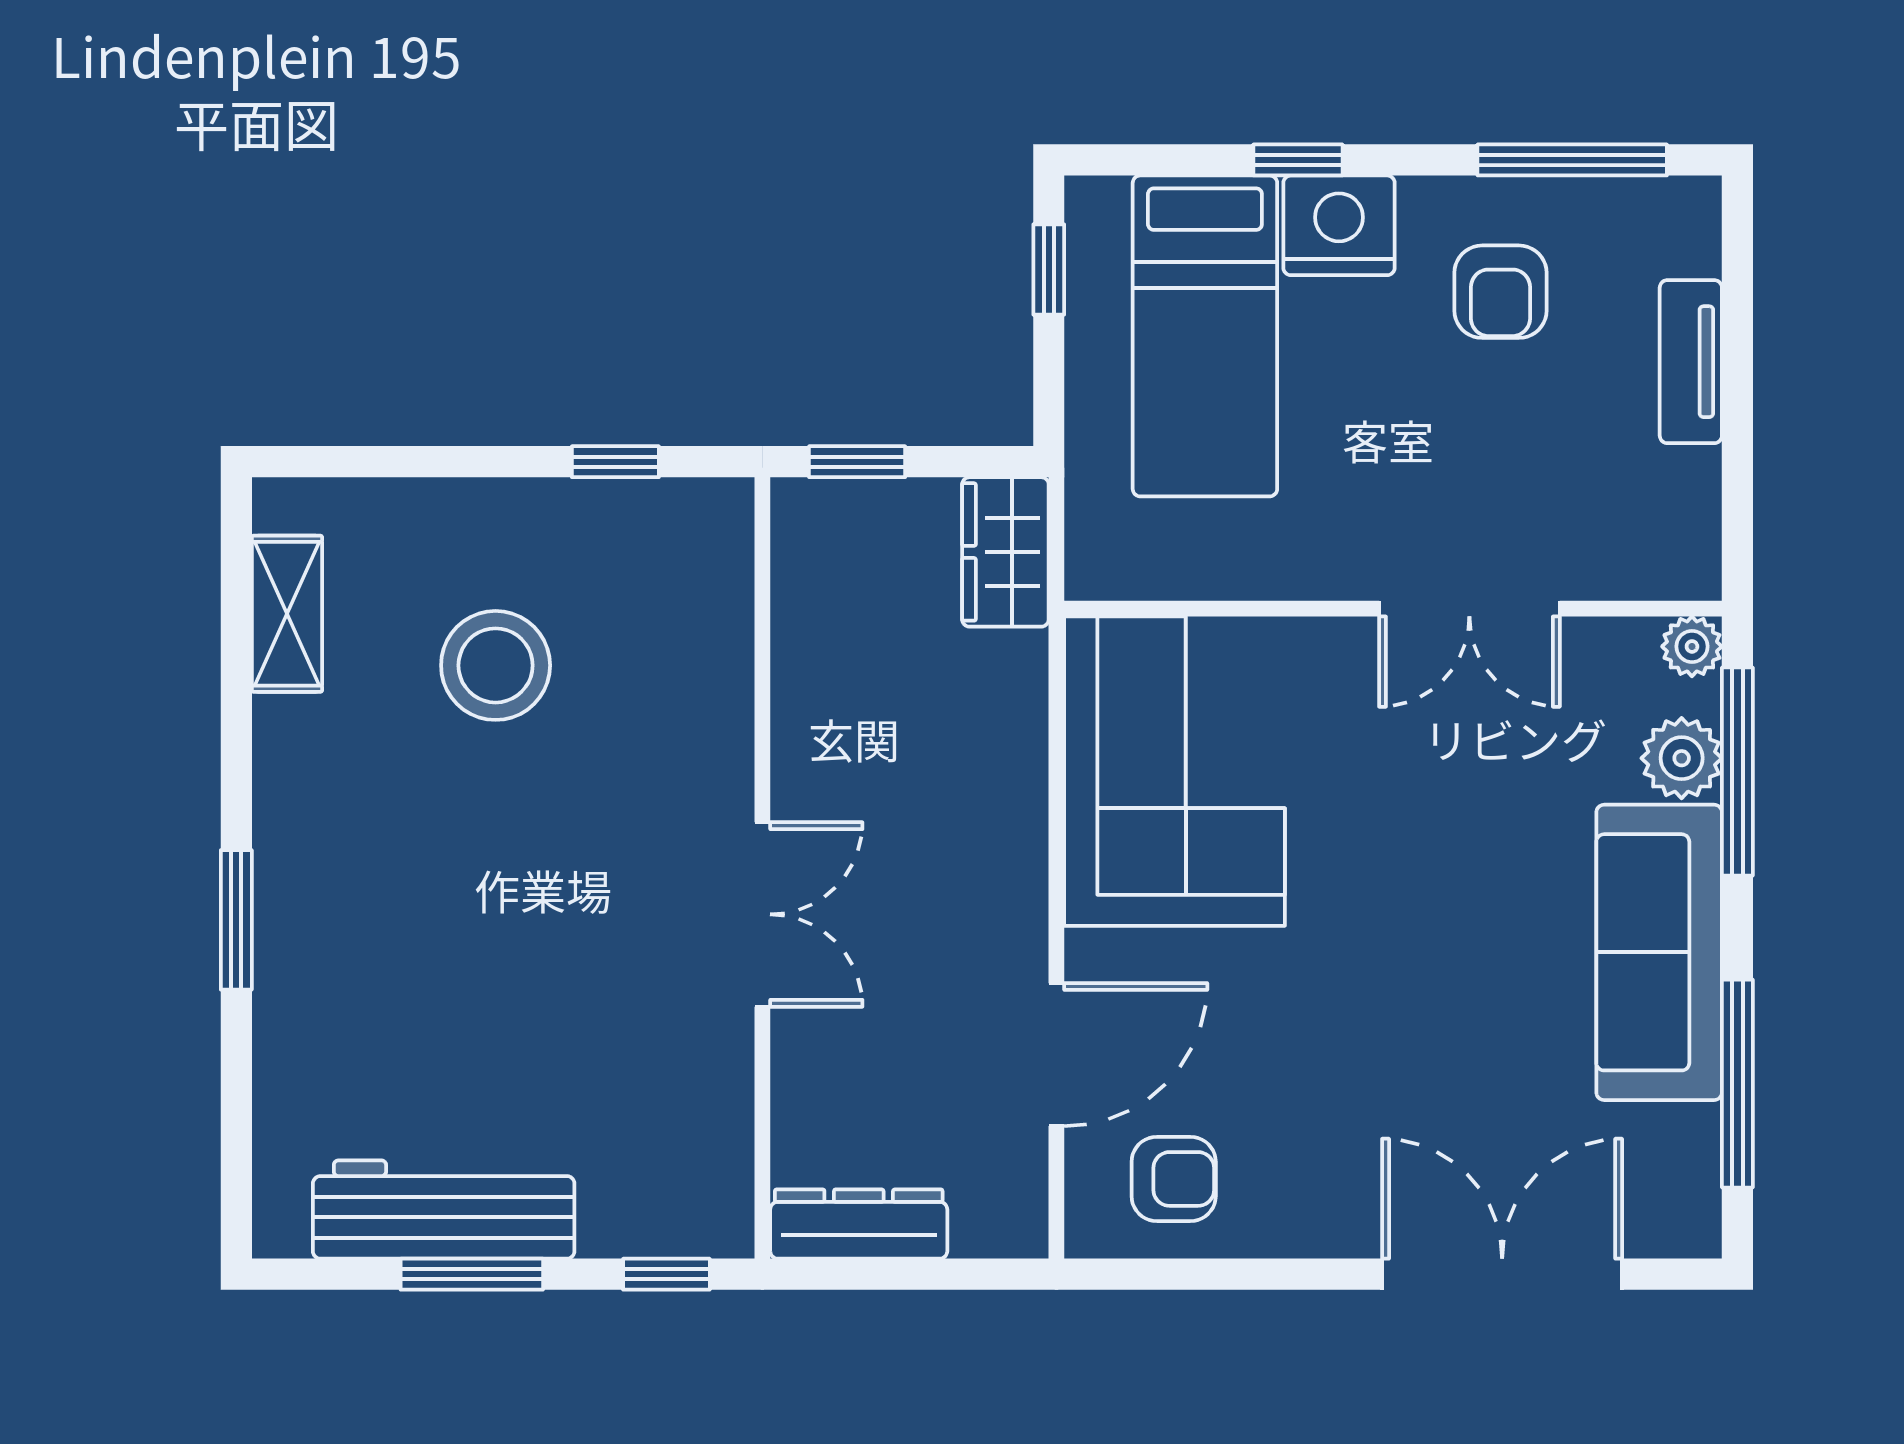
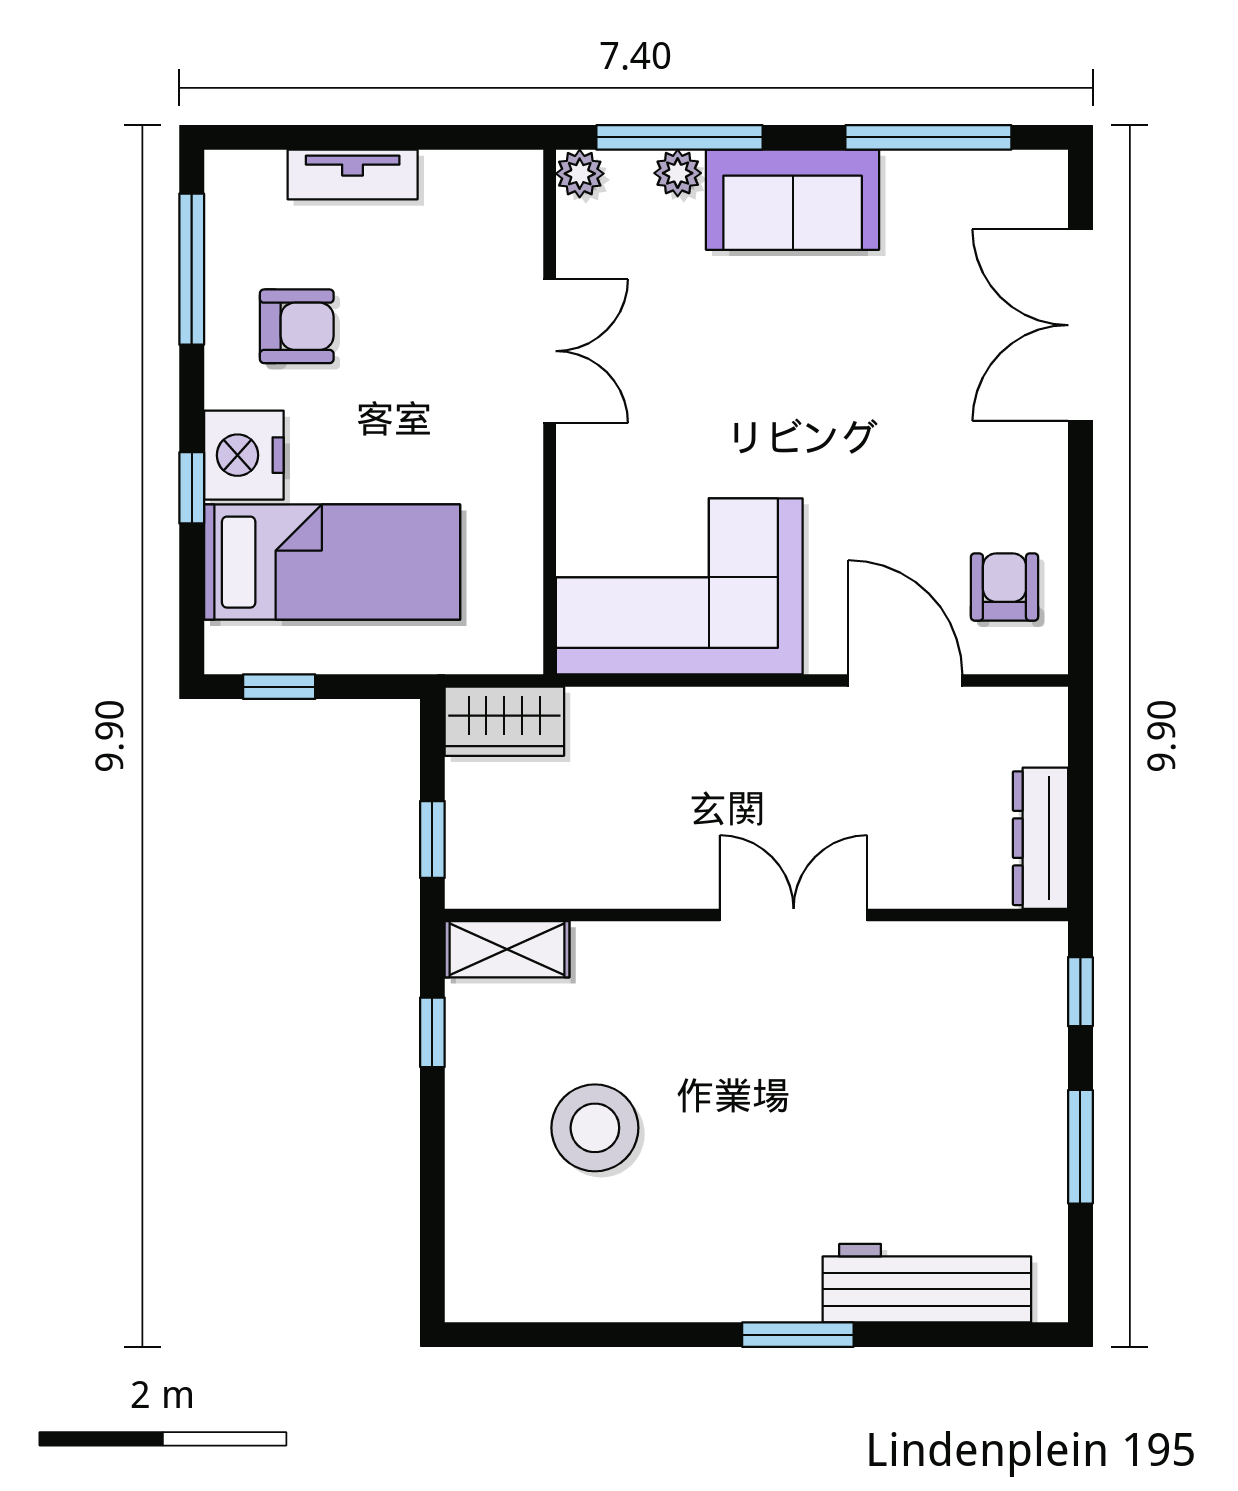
shelving: (287, 614) -> (507, 949), moved
plant: (1682, 758) -> (678, 173), width x0.73, depth x0.73
sofa: (1659, 952) -> (793, 200), width x0.73
workbench: (444, 1210) -> (927, 1283), moved, turned 90

